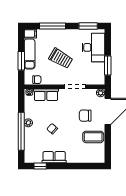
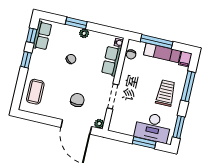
trolley: (61, 58) -> (166, 93), moved, turned 150
window: (21, 61) -> (157, 42), width x1.44
window: (108, 65) -> (144, 143), moved
window: (21, 131) -> (76, 23), width x0.47
coffee table: (93, 137) -> (35, 92), moved
row of seats: (54, 157) -> (42, 36), moved
window: (61, 166) -> (26, 60), added

